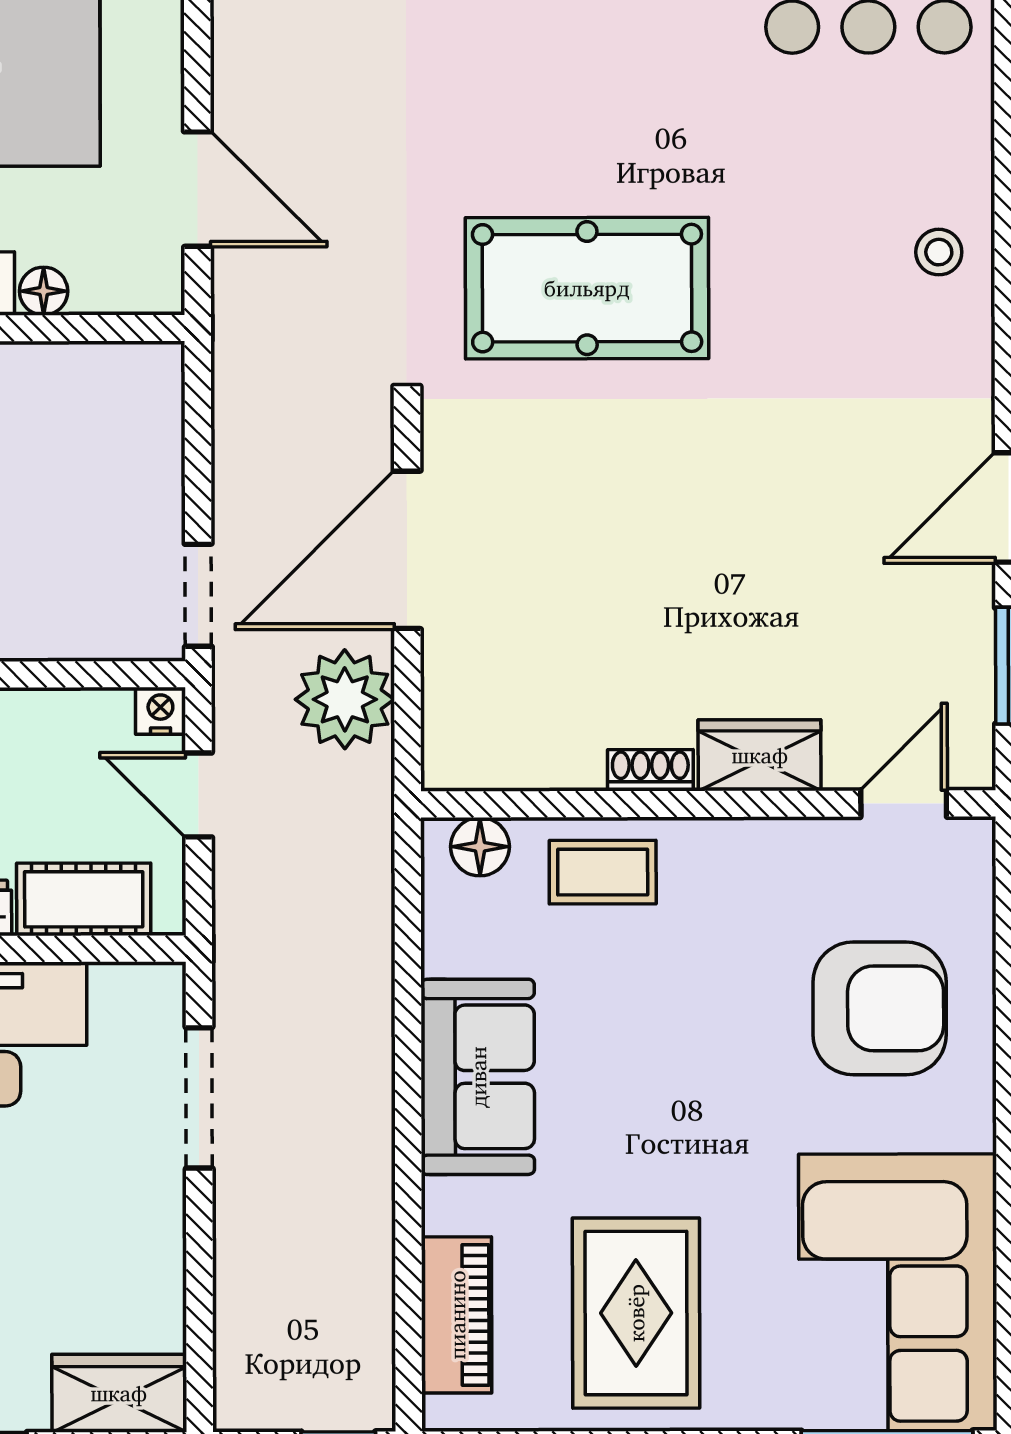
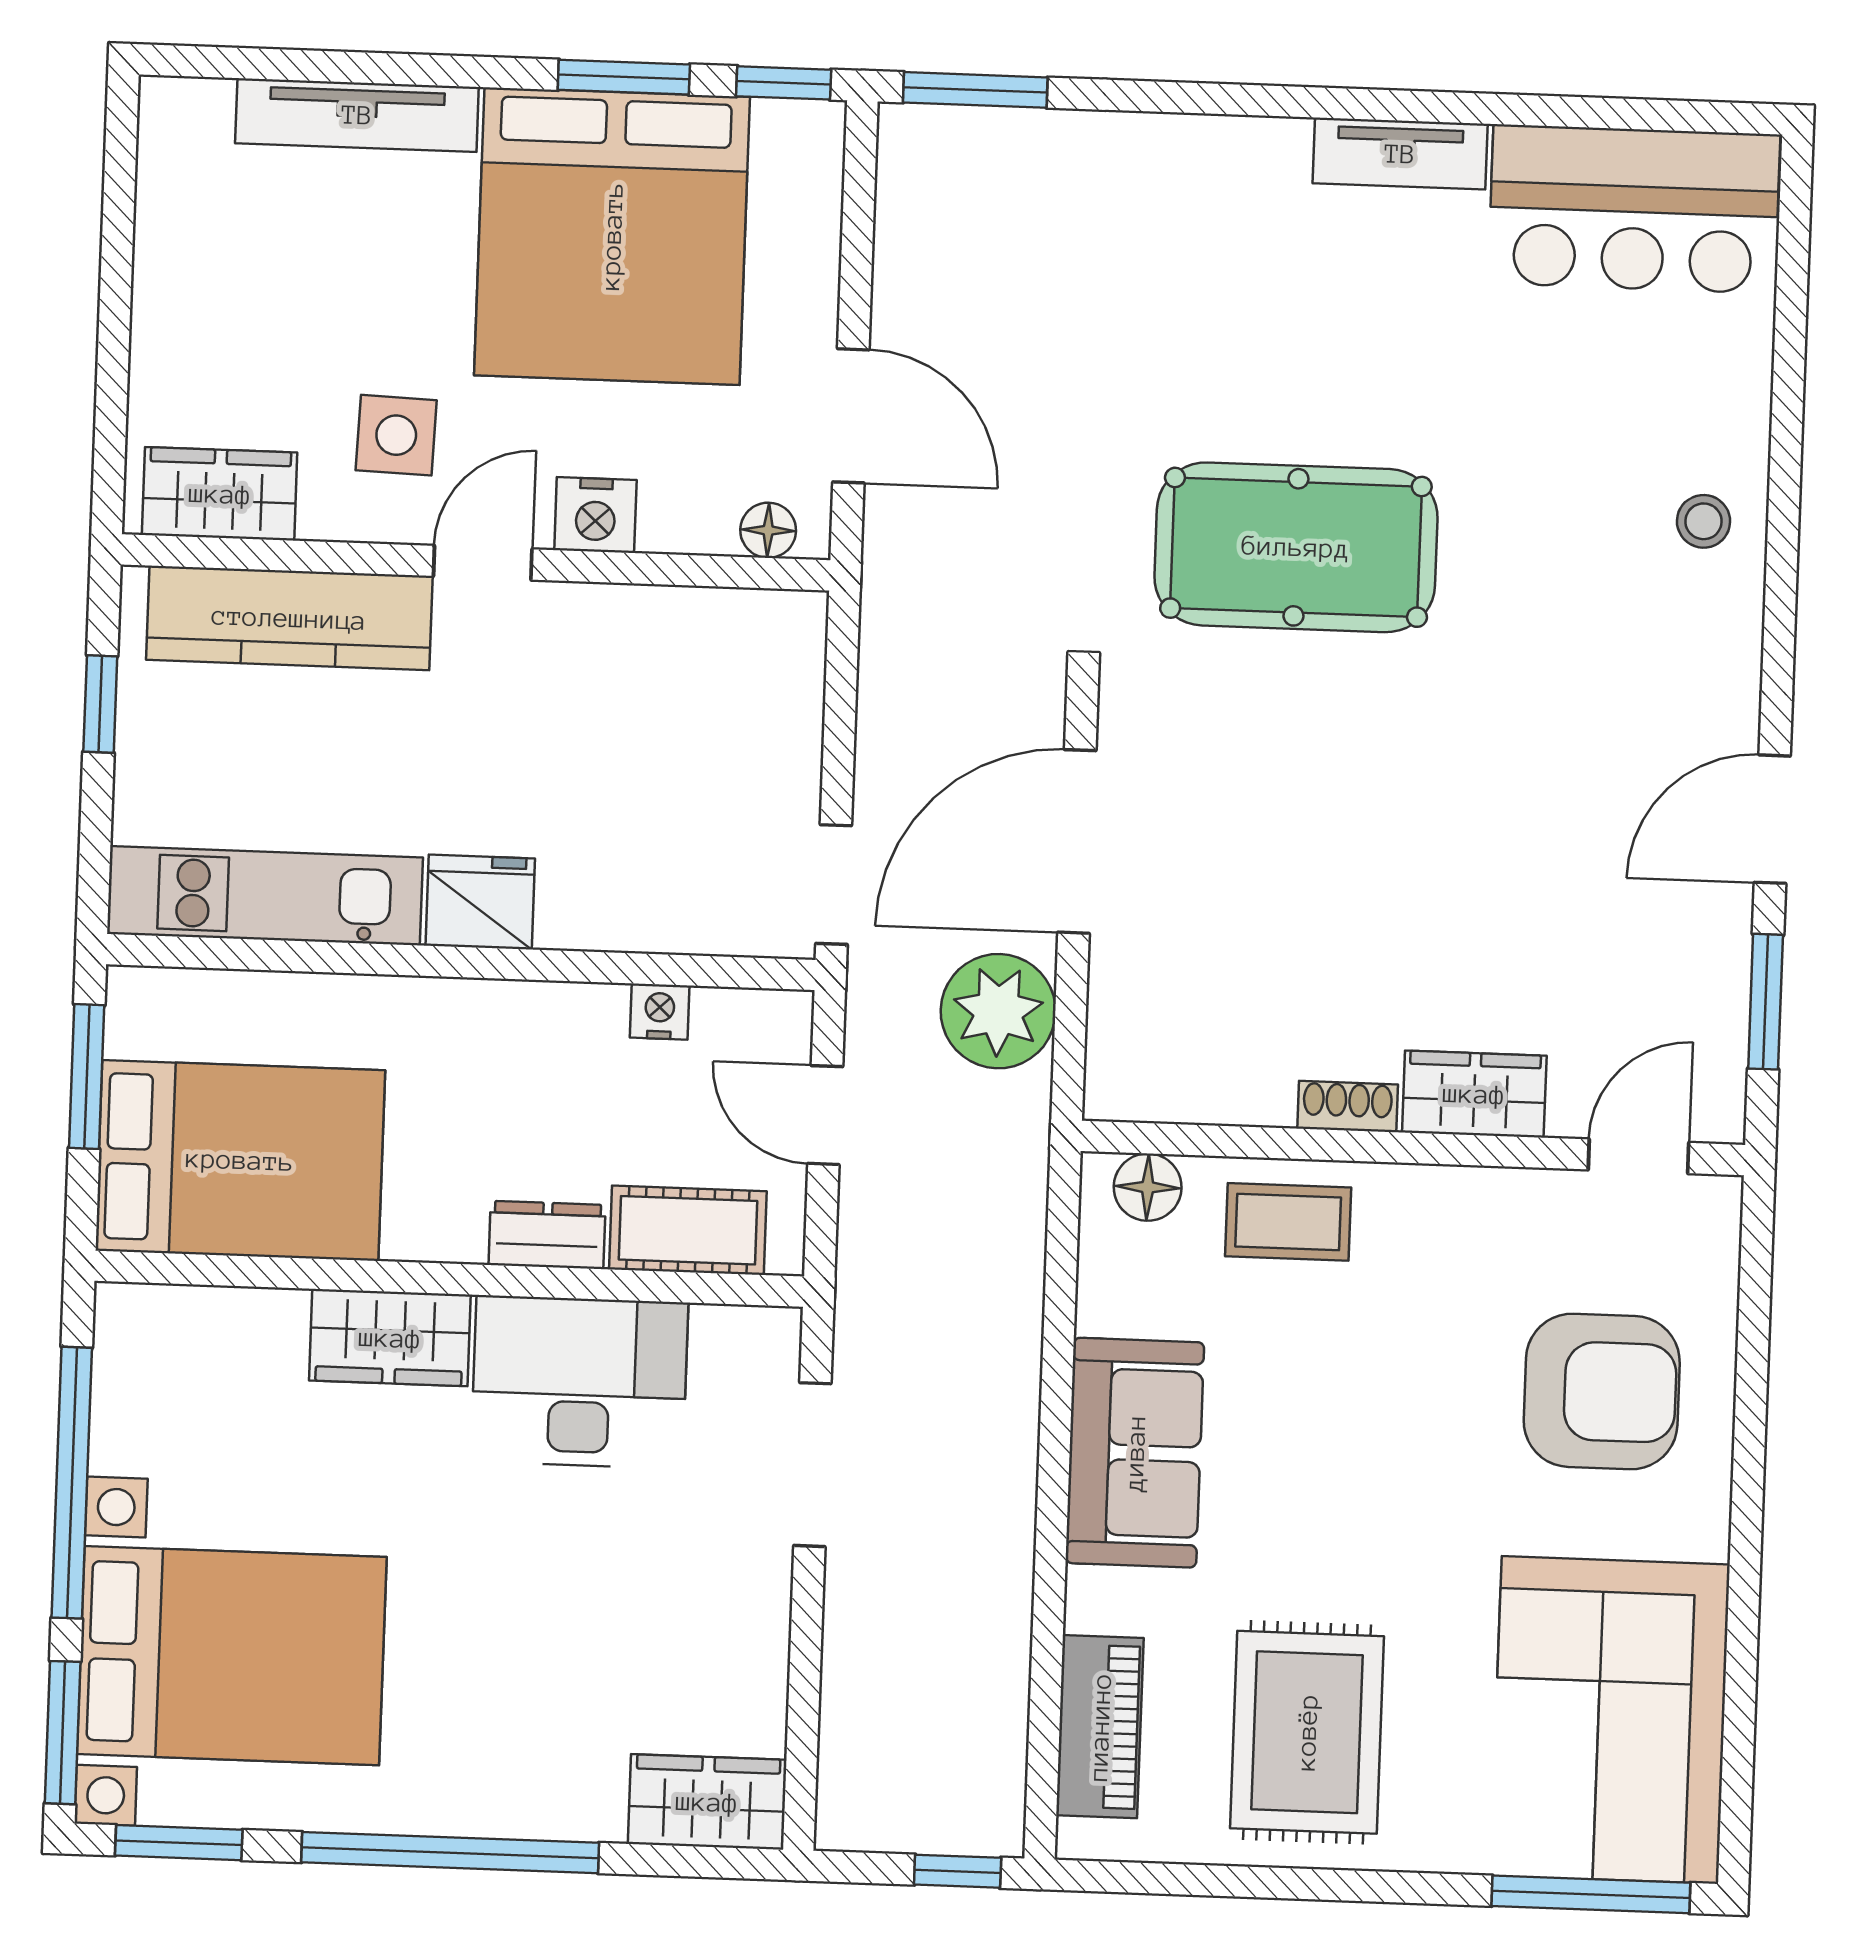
floor lamp: (44, 291) -> (768, 530), moved
nightstand: (160, 711) -> (660, 1012), moved

